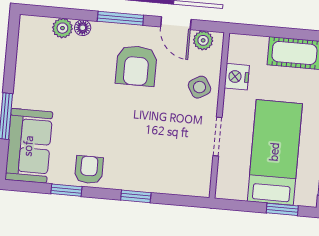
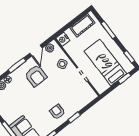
door: (176, 23) -> (36, 51), hinge flipped
nightstand: (237, 77) -> (63, 39), moved
armchair: (89, 170) -> (57, 112), moved

